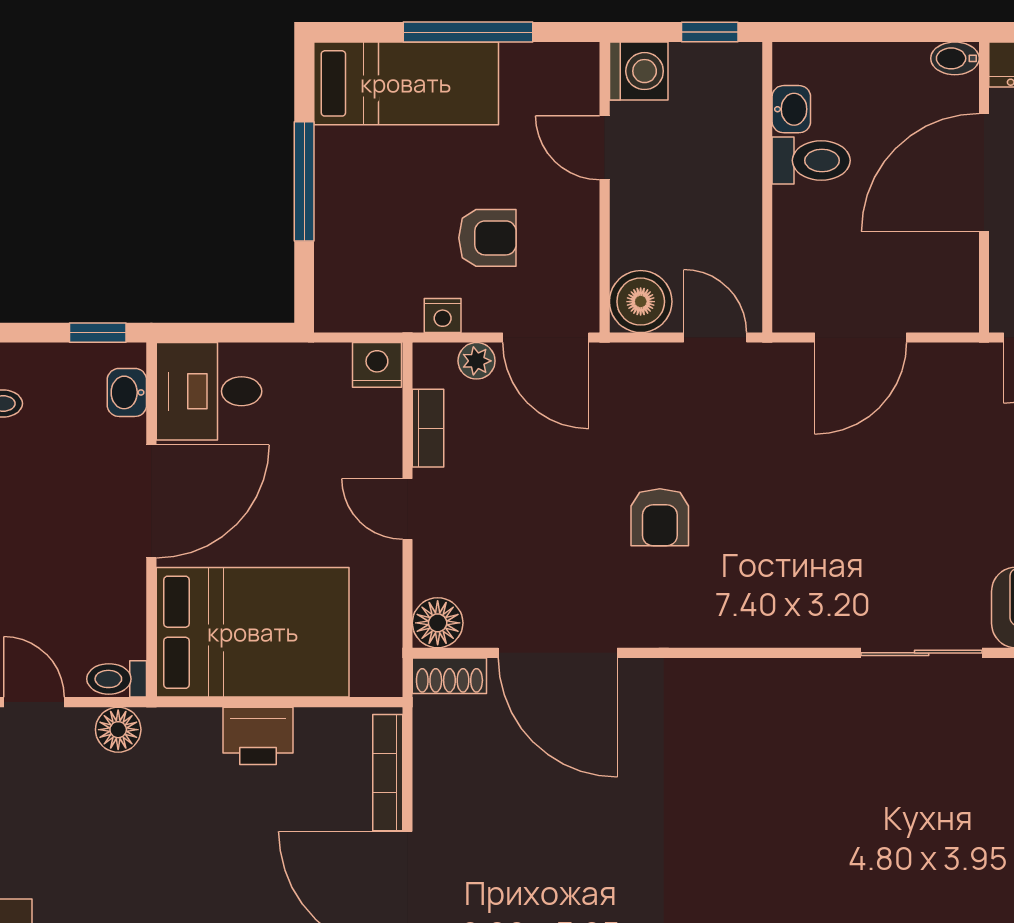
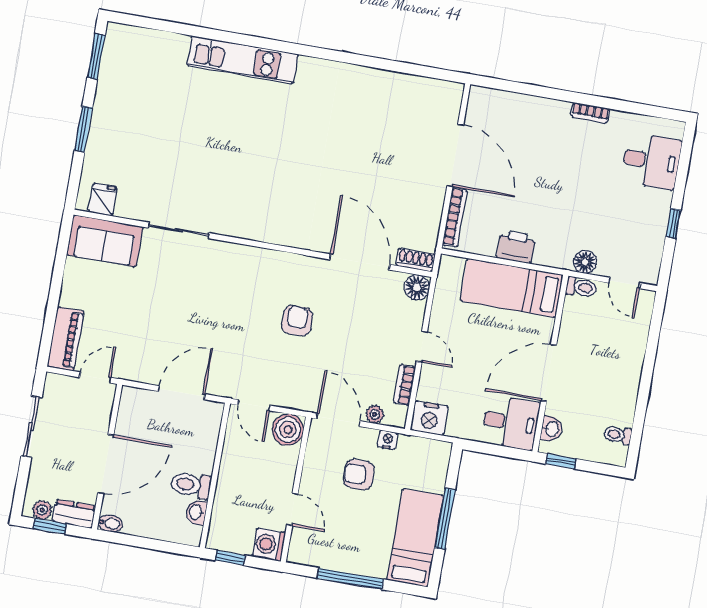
bed: (406, 83) -> (415, 538), moved, turned 90
nightstand: (377, 365) -> (430, 418), width x1.36, depth x1.33
bed: (253, 632) -> (512, 288), width x0.67

